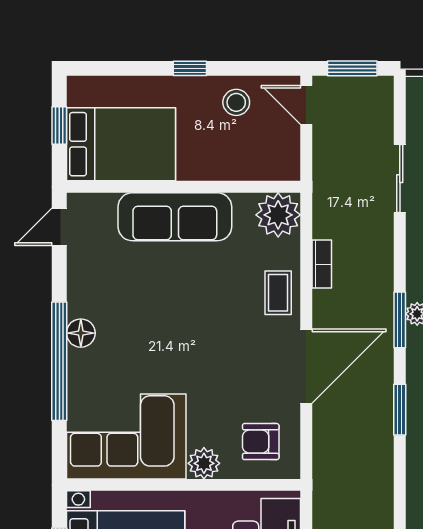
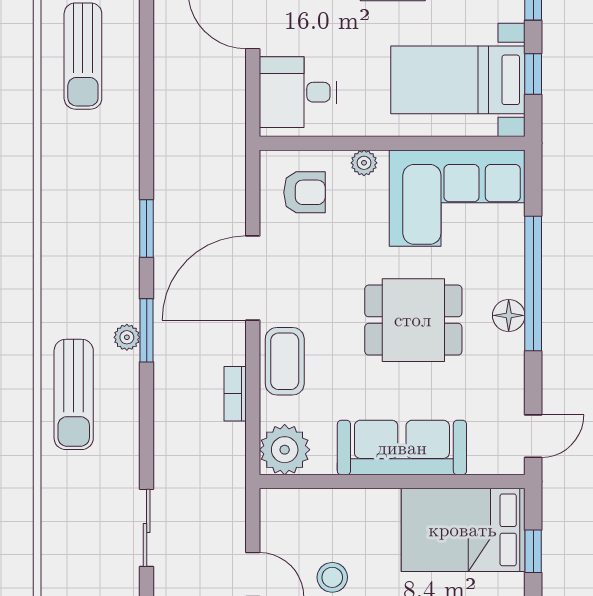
sliding door: (400, 179) -> (147, 528), moved
coffee table: (278, 293) -> (285, 361), width x1.36, depth x1.30
dining table: (165, 329) -> (413, 320), added
plant: (204, 463) -> (364, 163), width x0.73, depth x0.73

